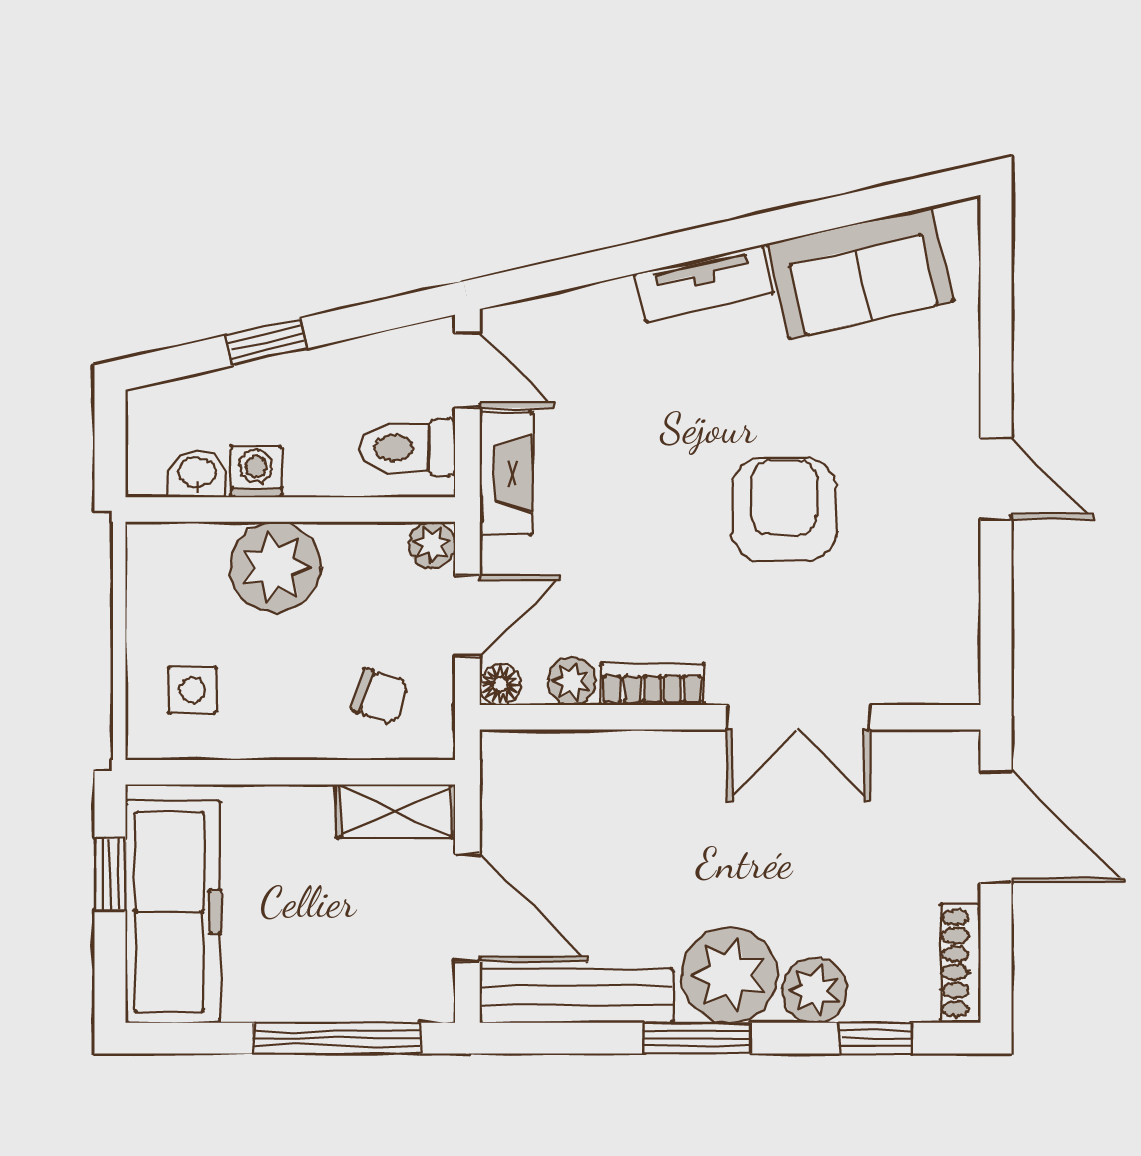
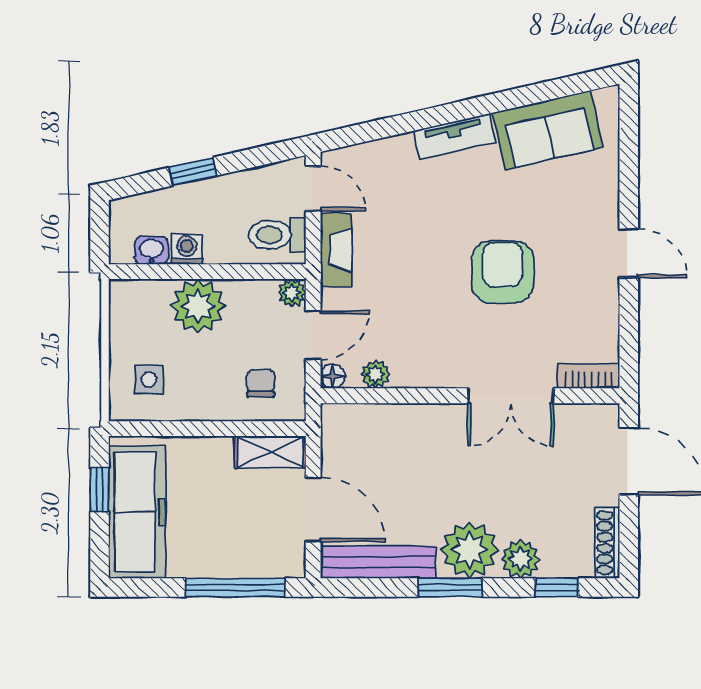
bookcase: (653, 684) -> (589, 376), moved
chair: (380, 696) -> (261, 383), turned -109

